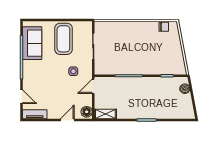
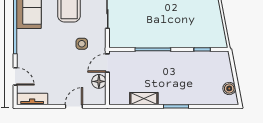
boiler: (185, 89) -> (229, 88), moved
floor lamp: (87, 112) -> (99, 81), moved
shelving: (105, 114) -> (144, 99), moved

